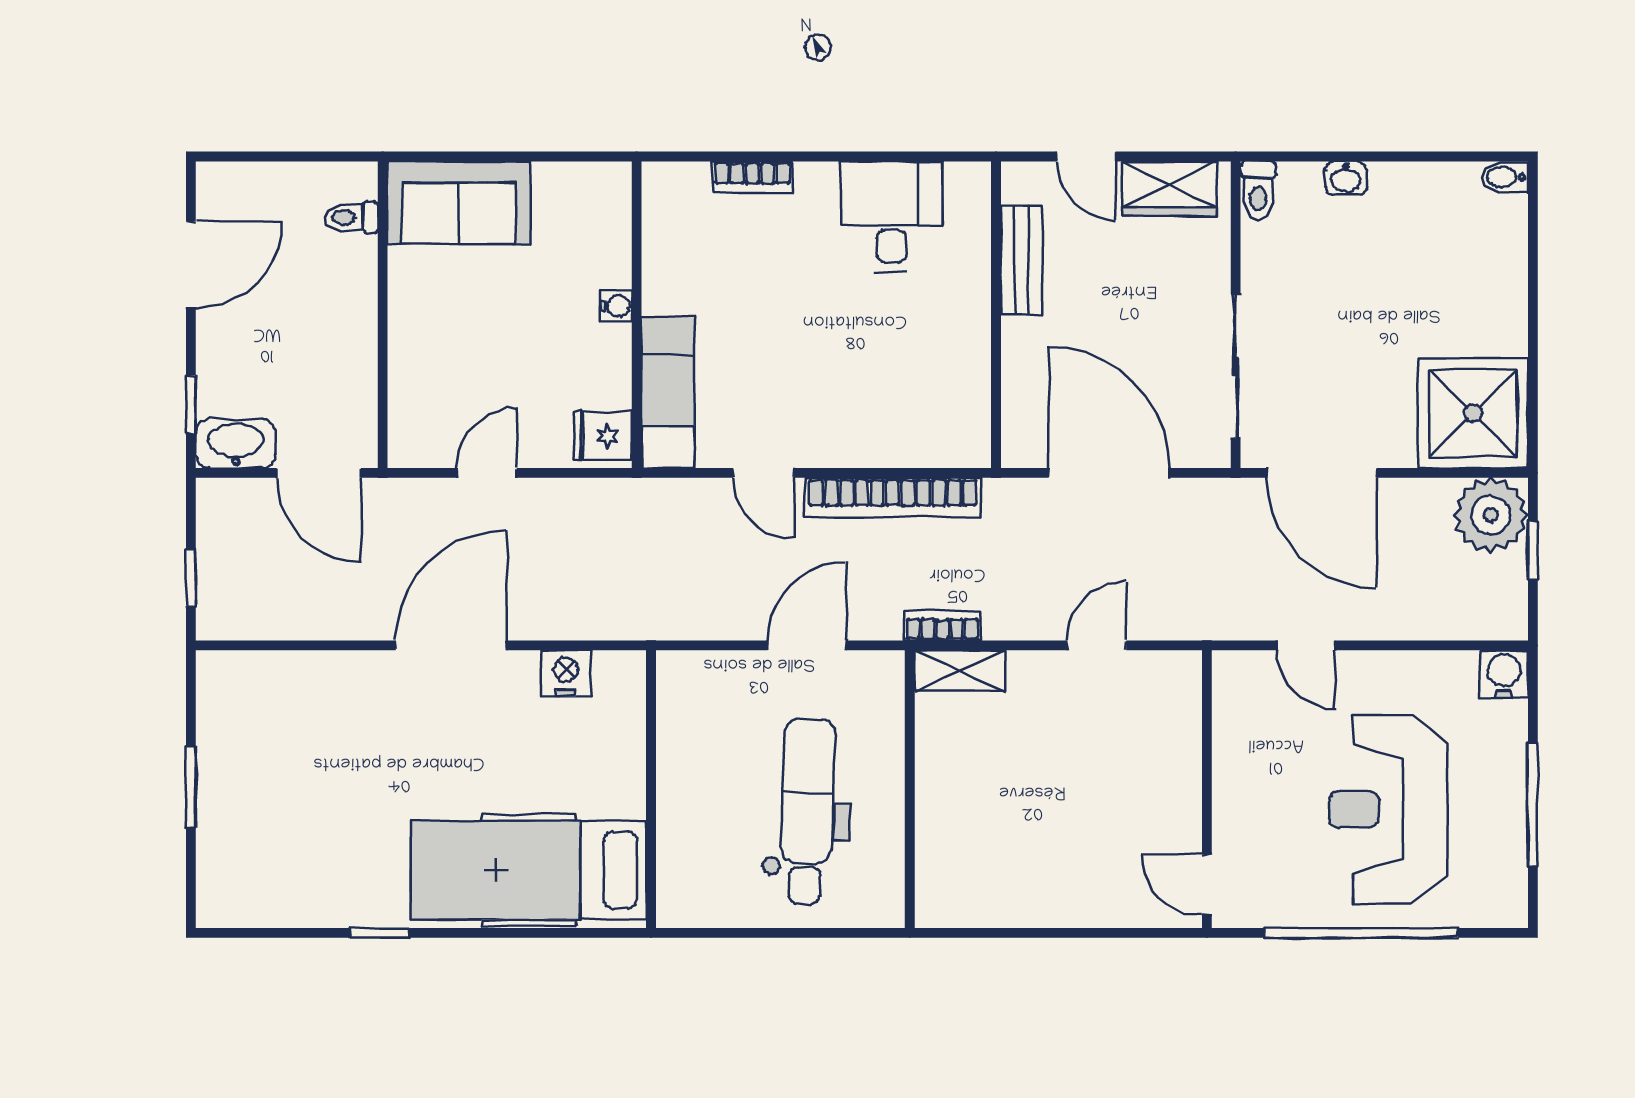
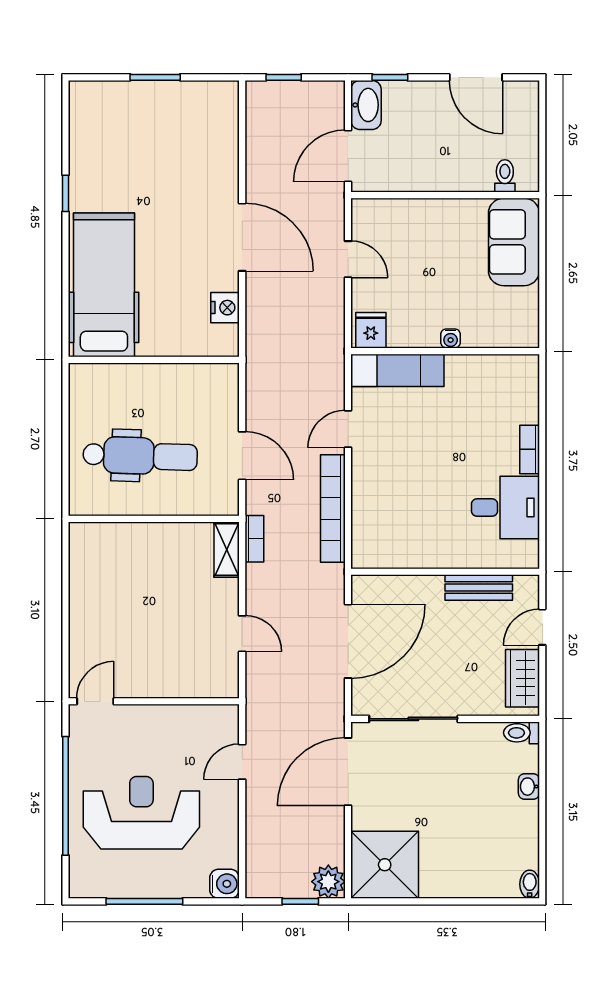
bookcase: (752, 177) -> (530, 449), moved
plant: (1491, 515) -> (328, 882), width x0.73, depth x0.73

